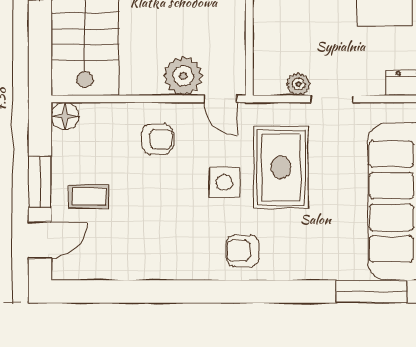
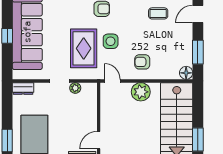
plant: (183, 76) -> (141, 92), moved
window: (40, 182) -> (198, 52), moved
coffee table: (89, 197) -> (158, 13), moved

